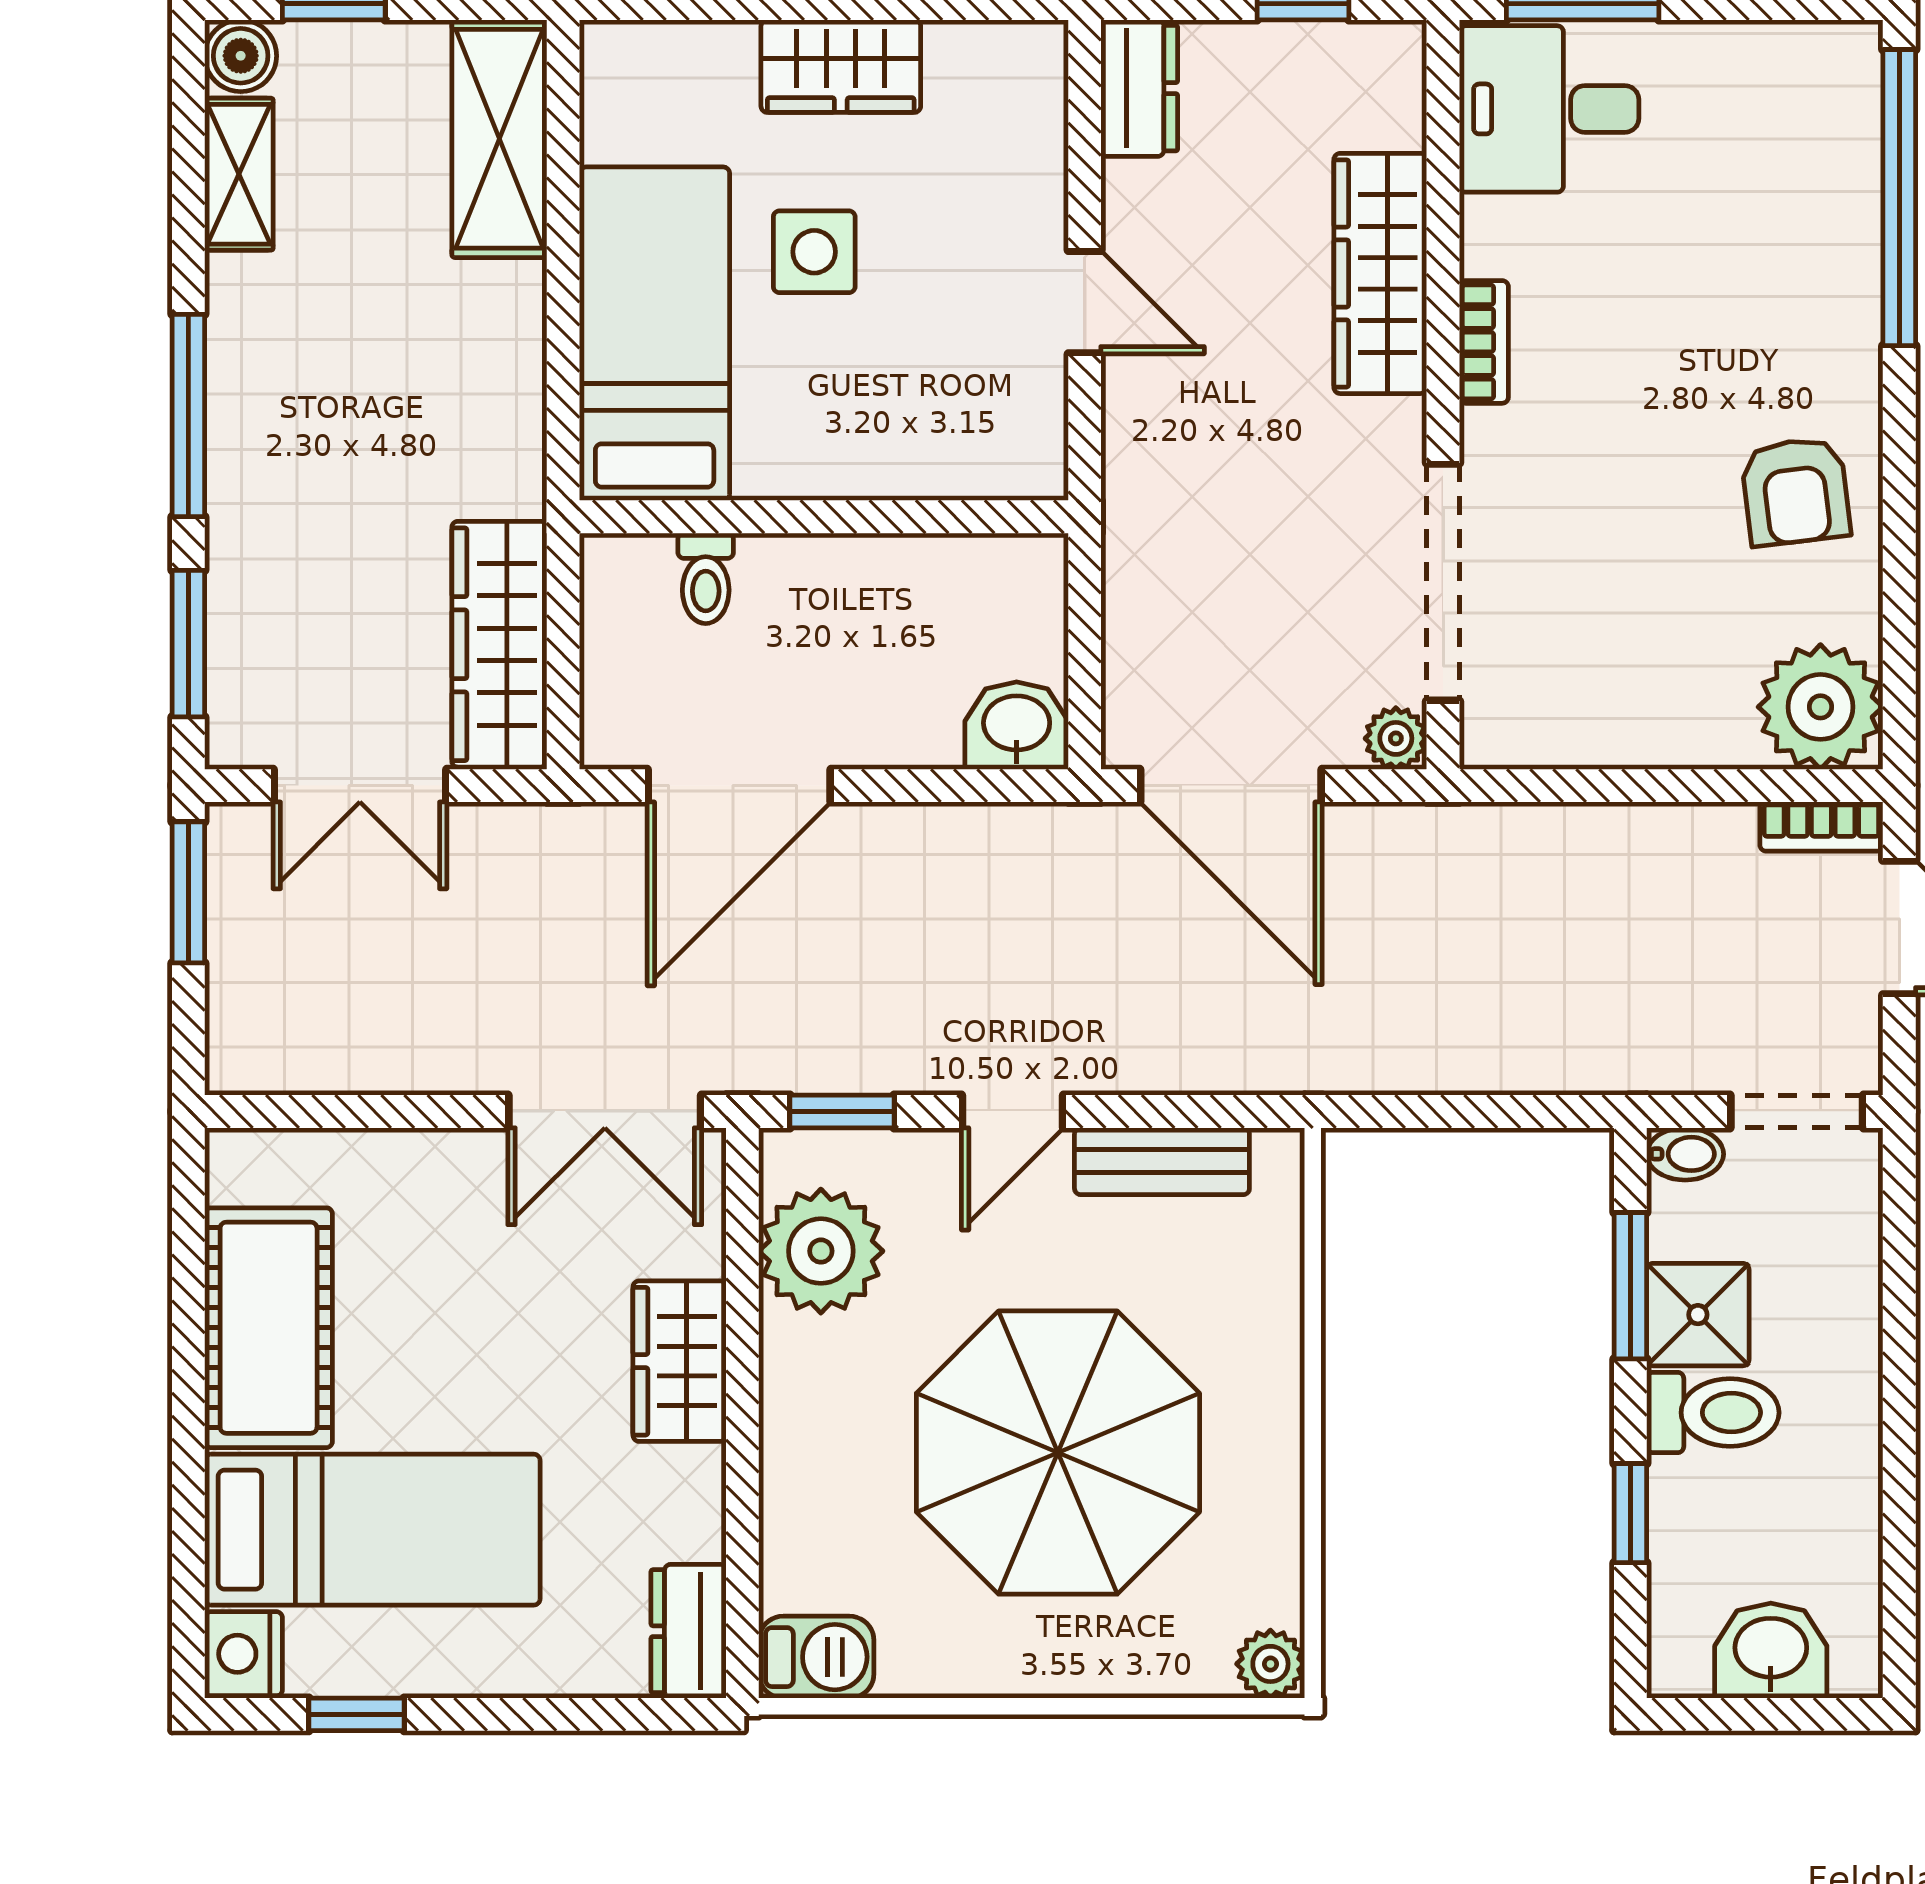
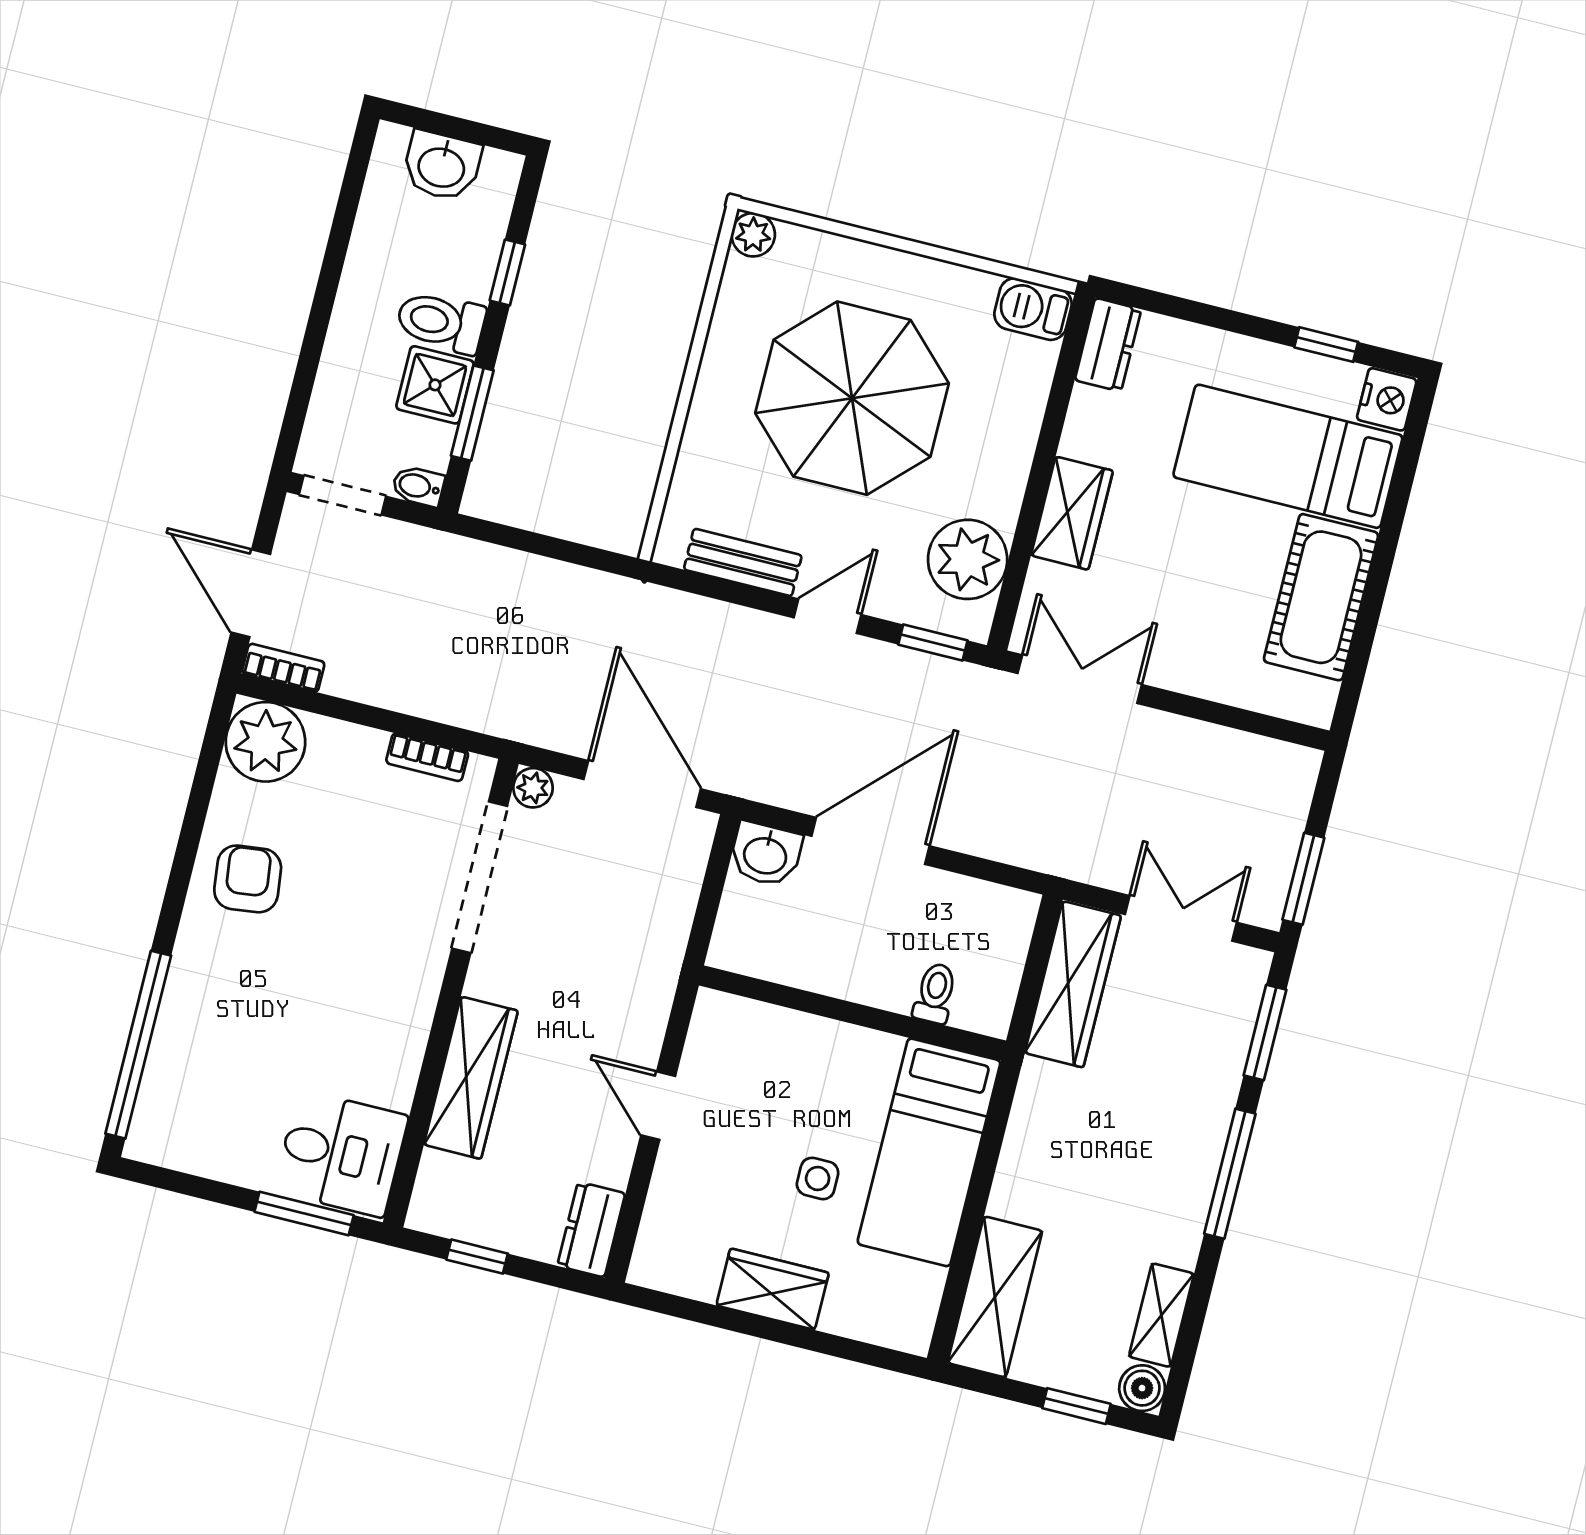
side table: (814, 252) -> (818, 1178), width x0.73, depth x0.73
bookcase: (1484, 342) -> (427, 757), moved, turned -90
door: (739, 786) -> (870, 841), moved

